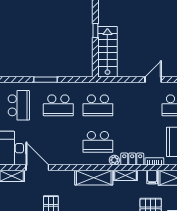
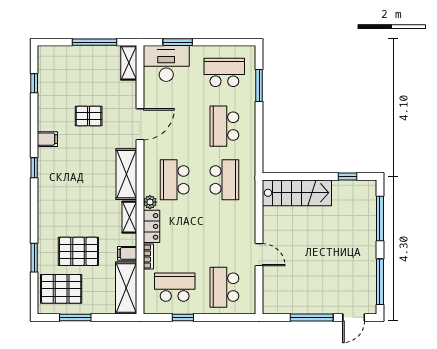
window: (95, 31) -> (347, 176), moved
window: (46, 80) -> (259, 85), moved
school desk: (19, 105) -> (224, 72), turned 180
school desk: (98, 105) -> (224, 180), turned 180
door: (37, 168) -> (140, 124), moved

